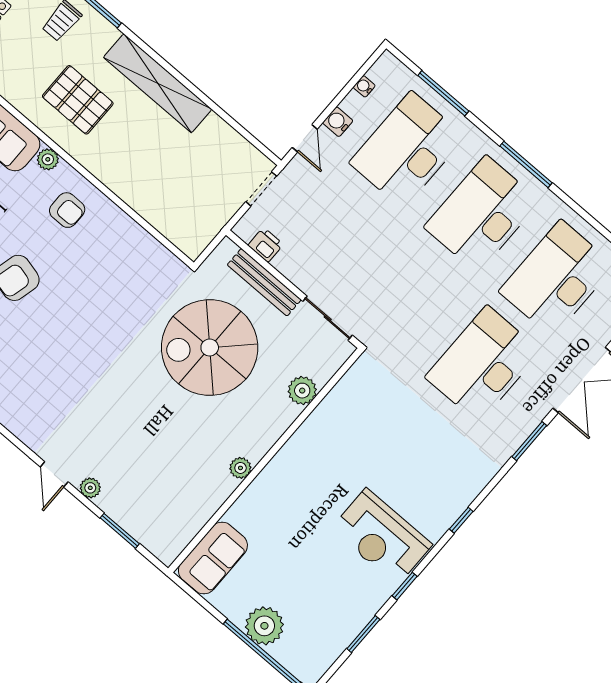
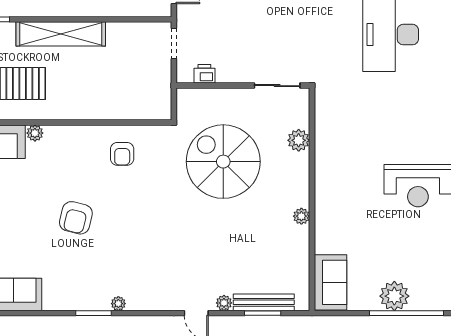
armchair: (67, 210) -> (122, 154), moved, turned 90
bench: (264, 282) -> (264, 302), moved
spiral stairs: (210, 348) -> (223, 162), turned 90

